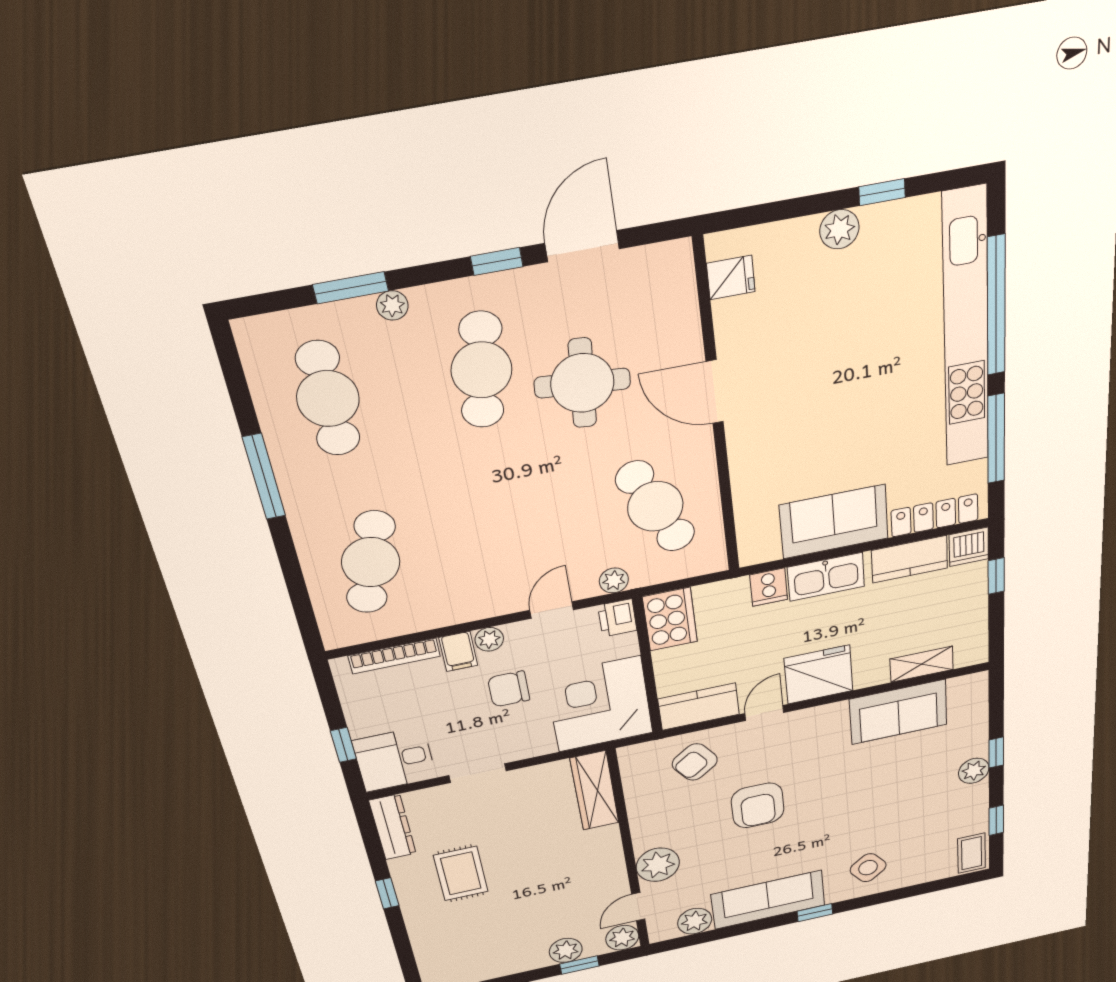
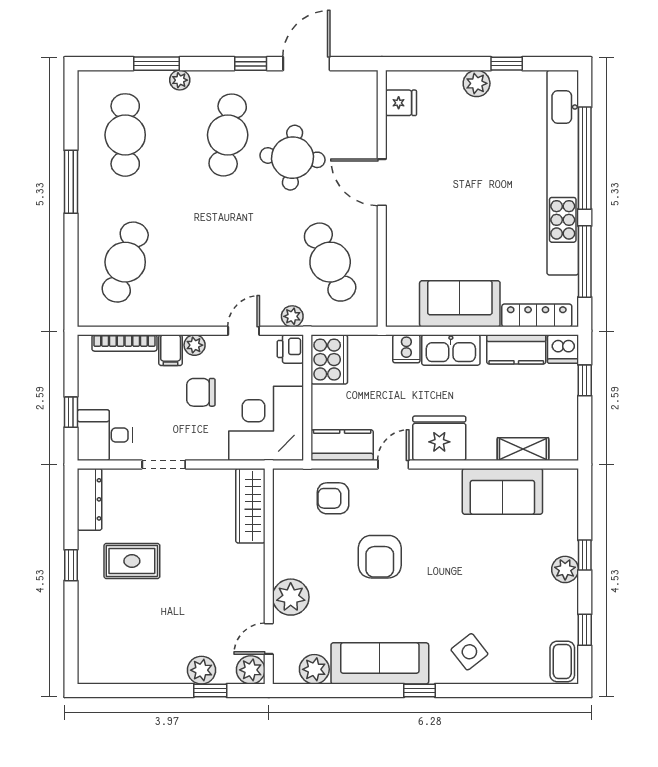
armchair: (695, 762) -> (333, 498), turned 36
rug: (461, 873) -> (132, 561), turned 90

